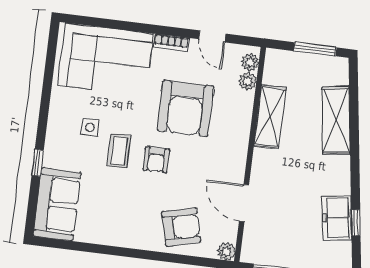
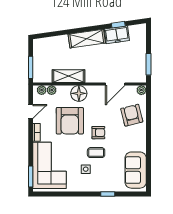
window: (89, 21) -> (31, 176), added
window: (315, 49) -> (31, 67), moved
armchair: (185, 108) -> (70, 121), turned 90
shelving: (336, 120) -> (87, 39), moved
floor lamp: (235, 132) -> (79, 93), added
sofa: (57, 204) -> (136, 170), moved, turned -90

